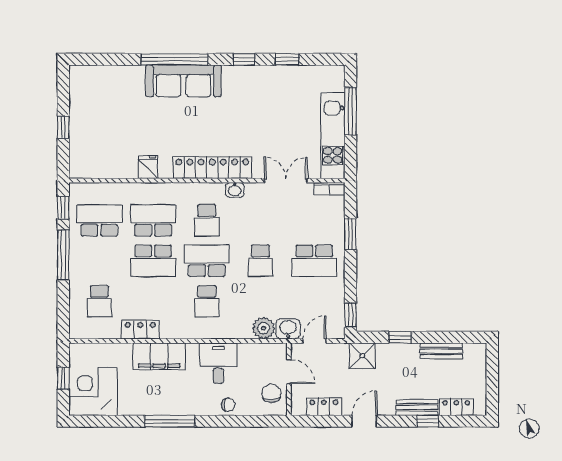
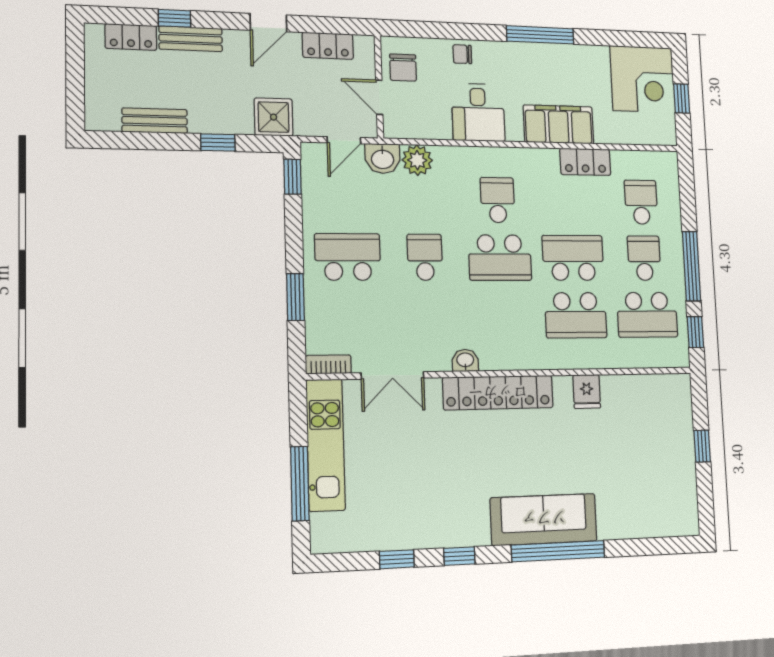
school desk: (207, 220) -> (644, 258), moved

